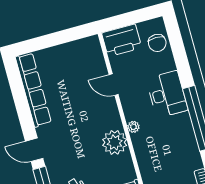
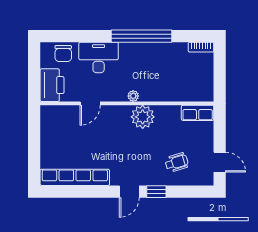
chair: (157, 43) -> (63, 54), turned 90
desk: (167, 94) -> (99, 57), moved

